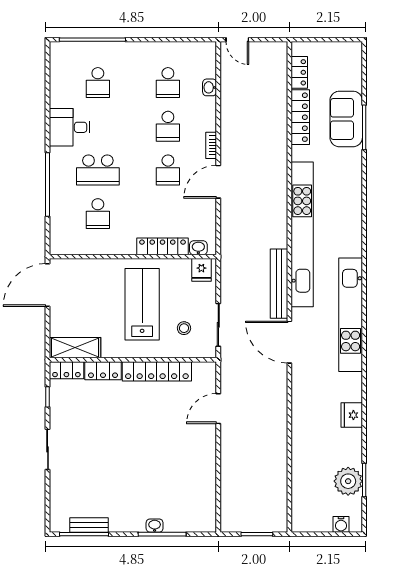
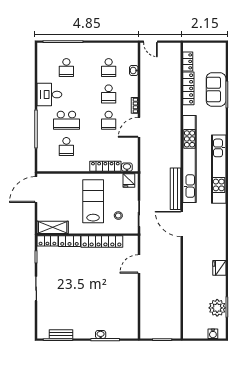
kitchen unit: (351, 315) -> (219, 169), moved

